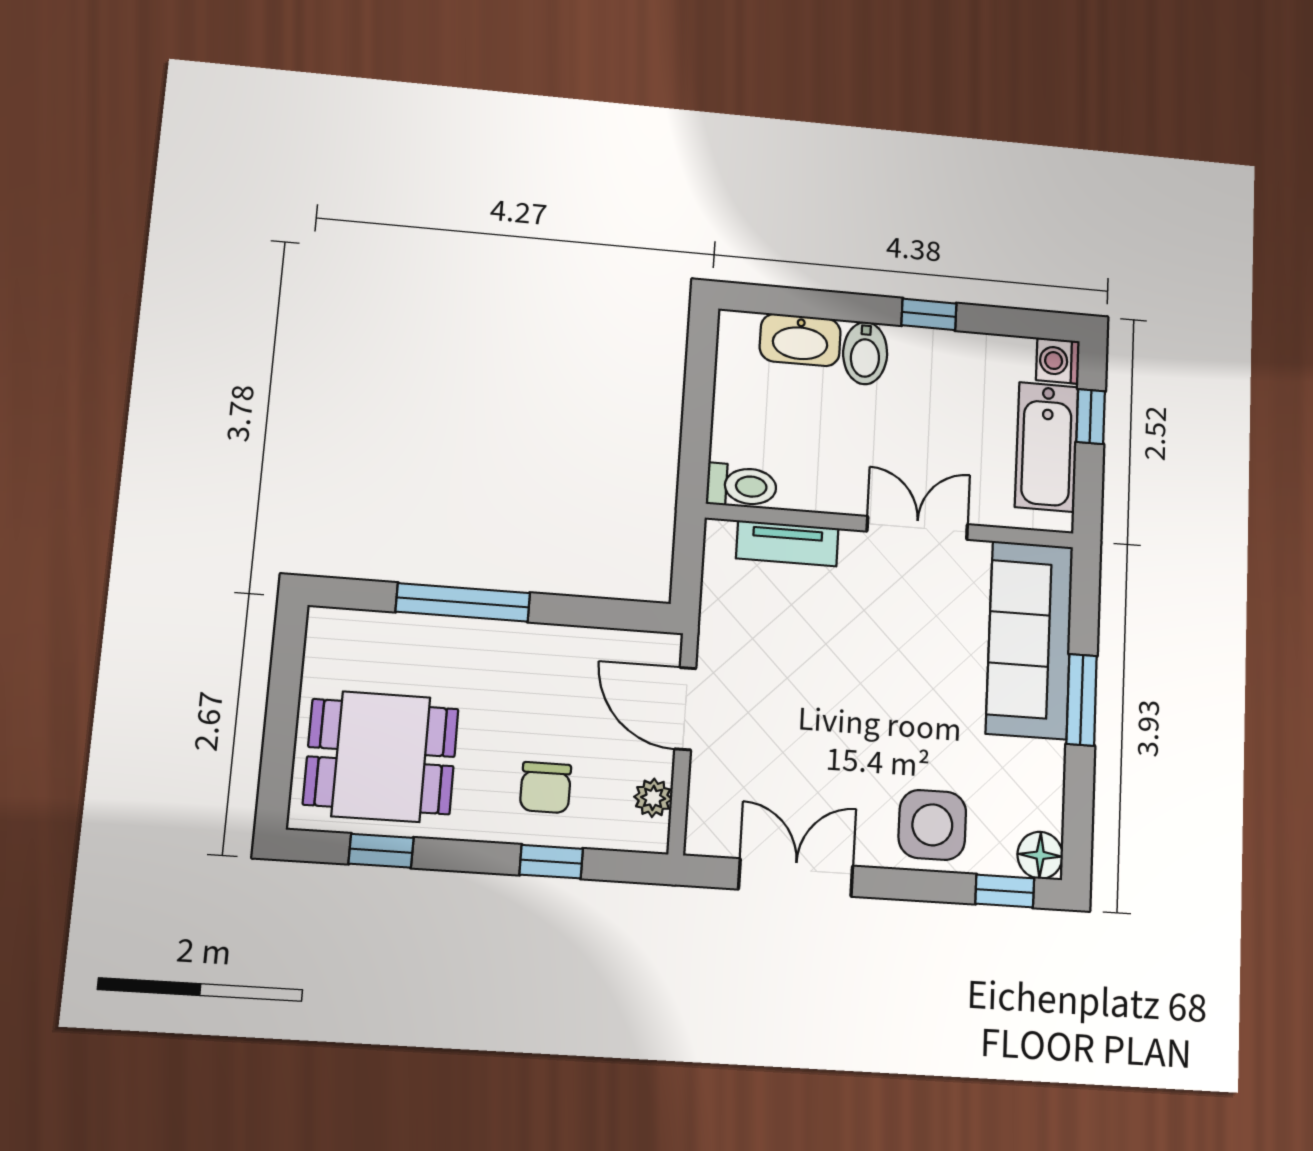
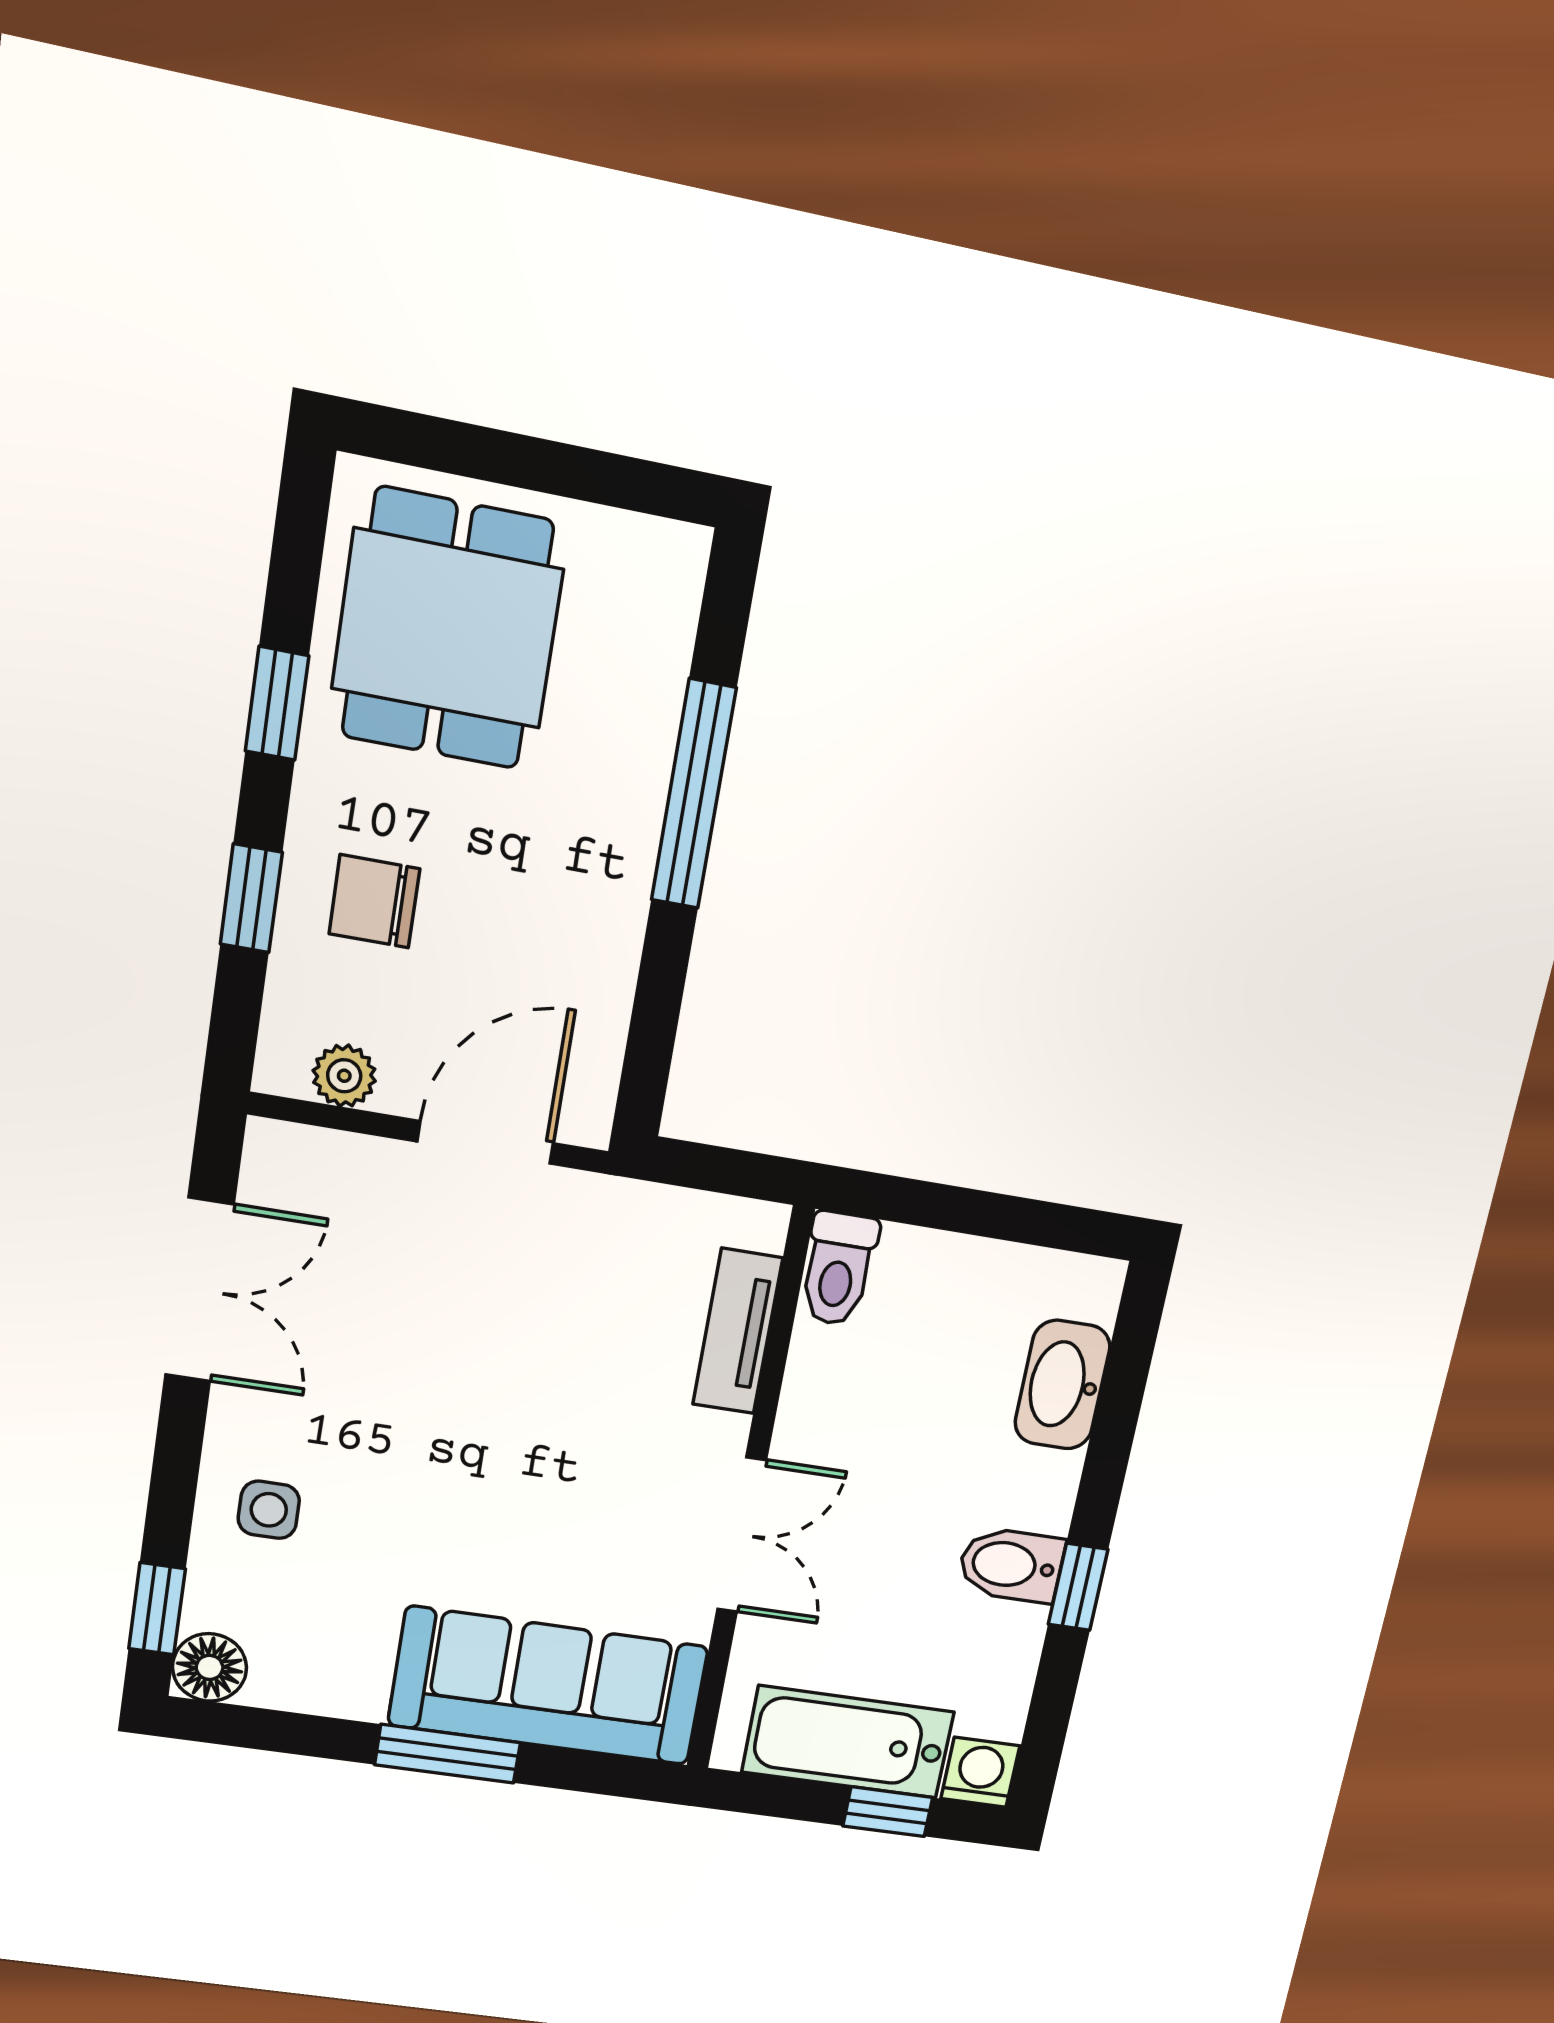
bidet: (865, 353) -> (1011, 1565), moved
side table: (932, 825) -> (269, 1510), width x0.54, depth x0.54
window: (381, 851) -> (277, 703), moved

